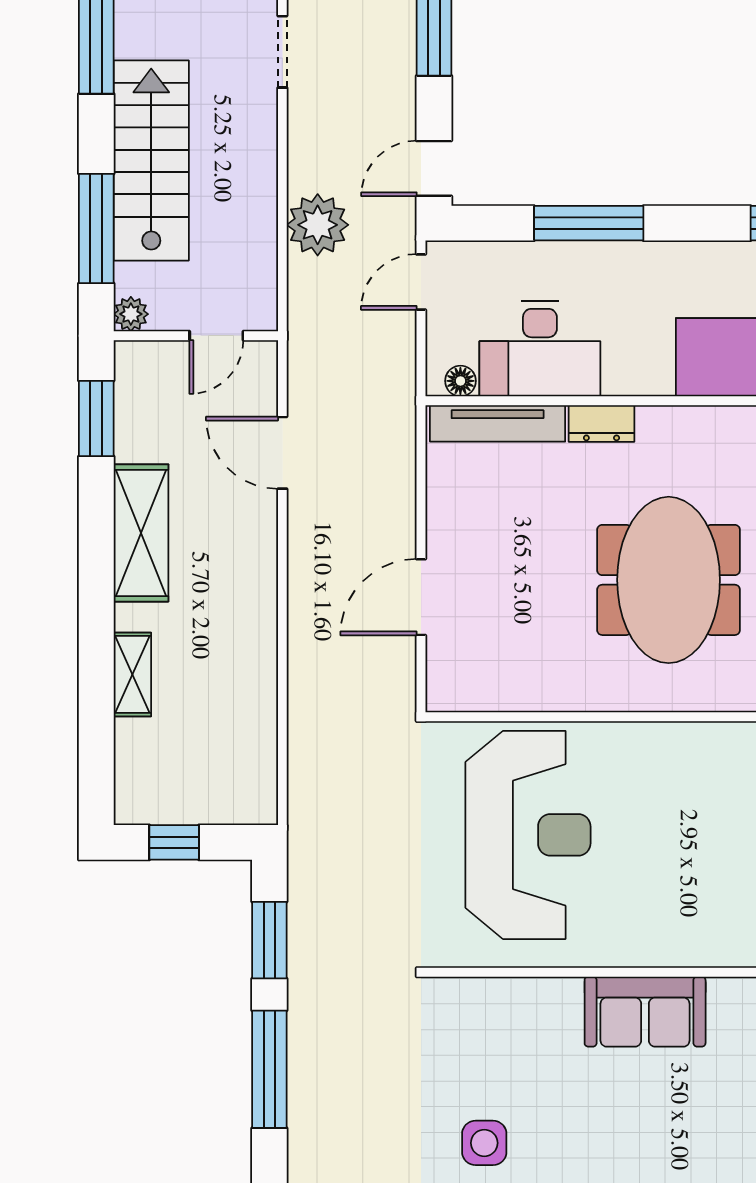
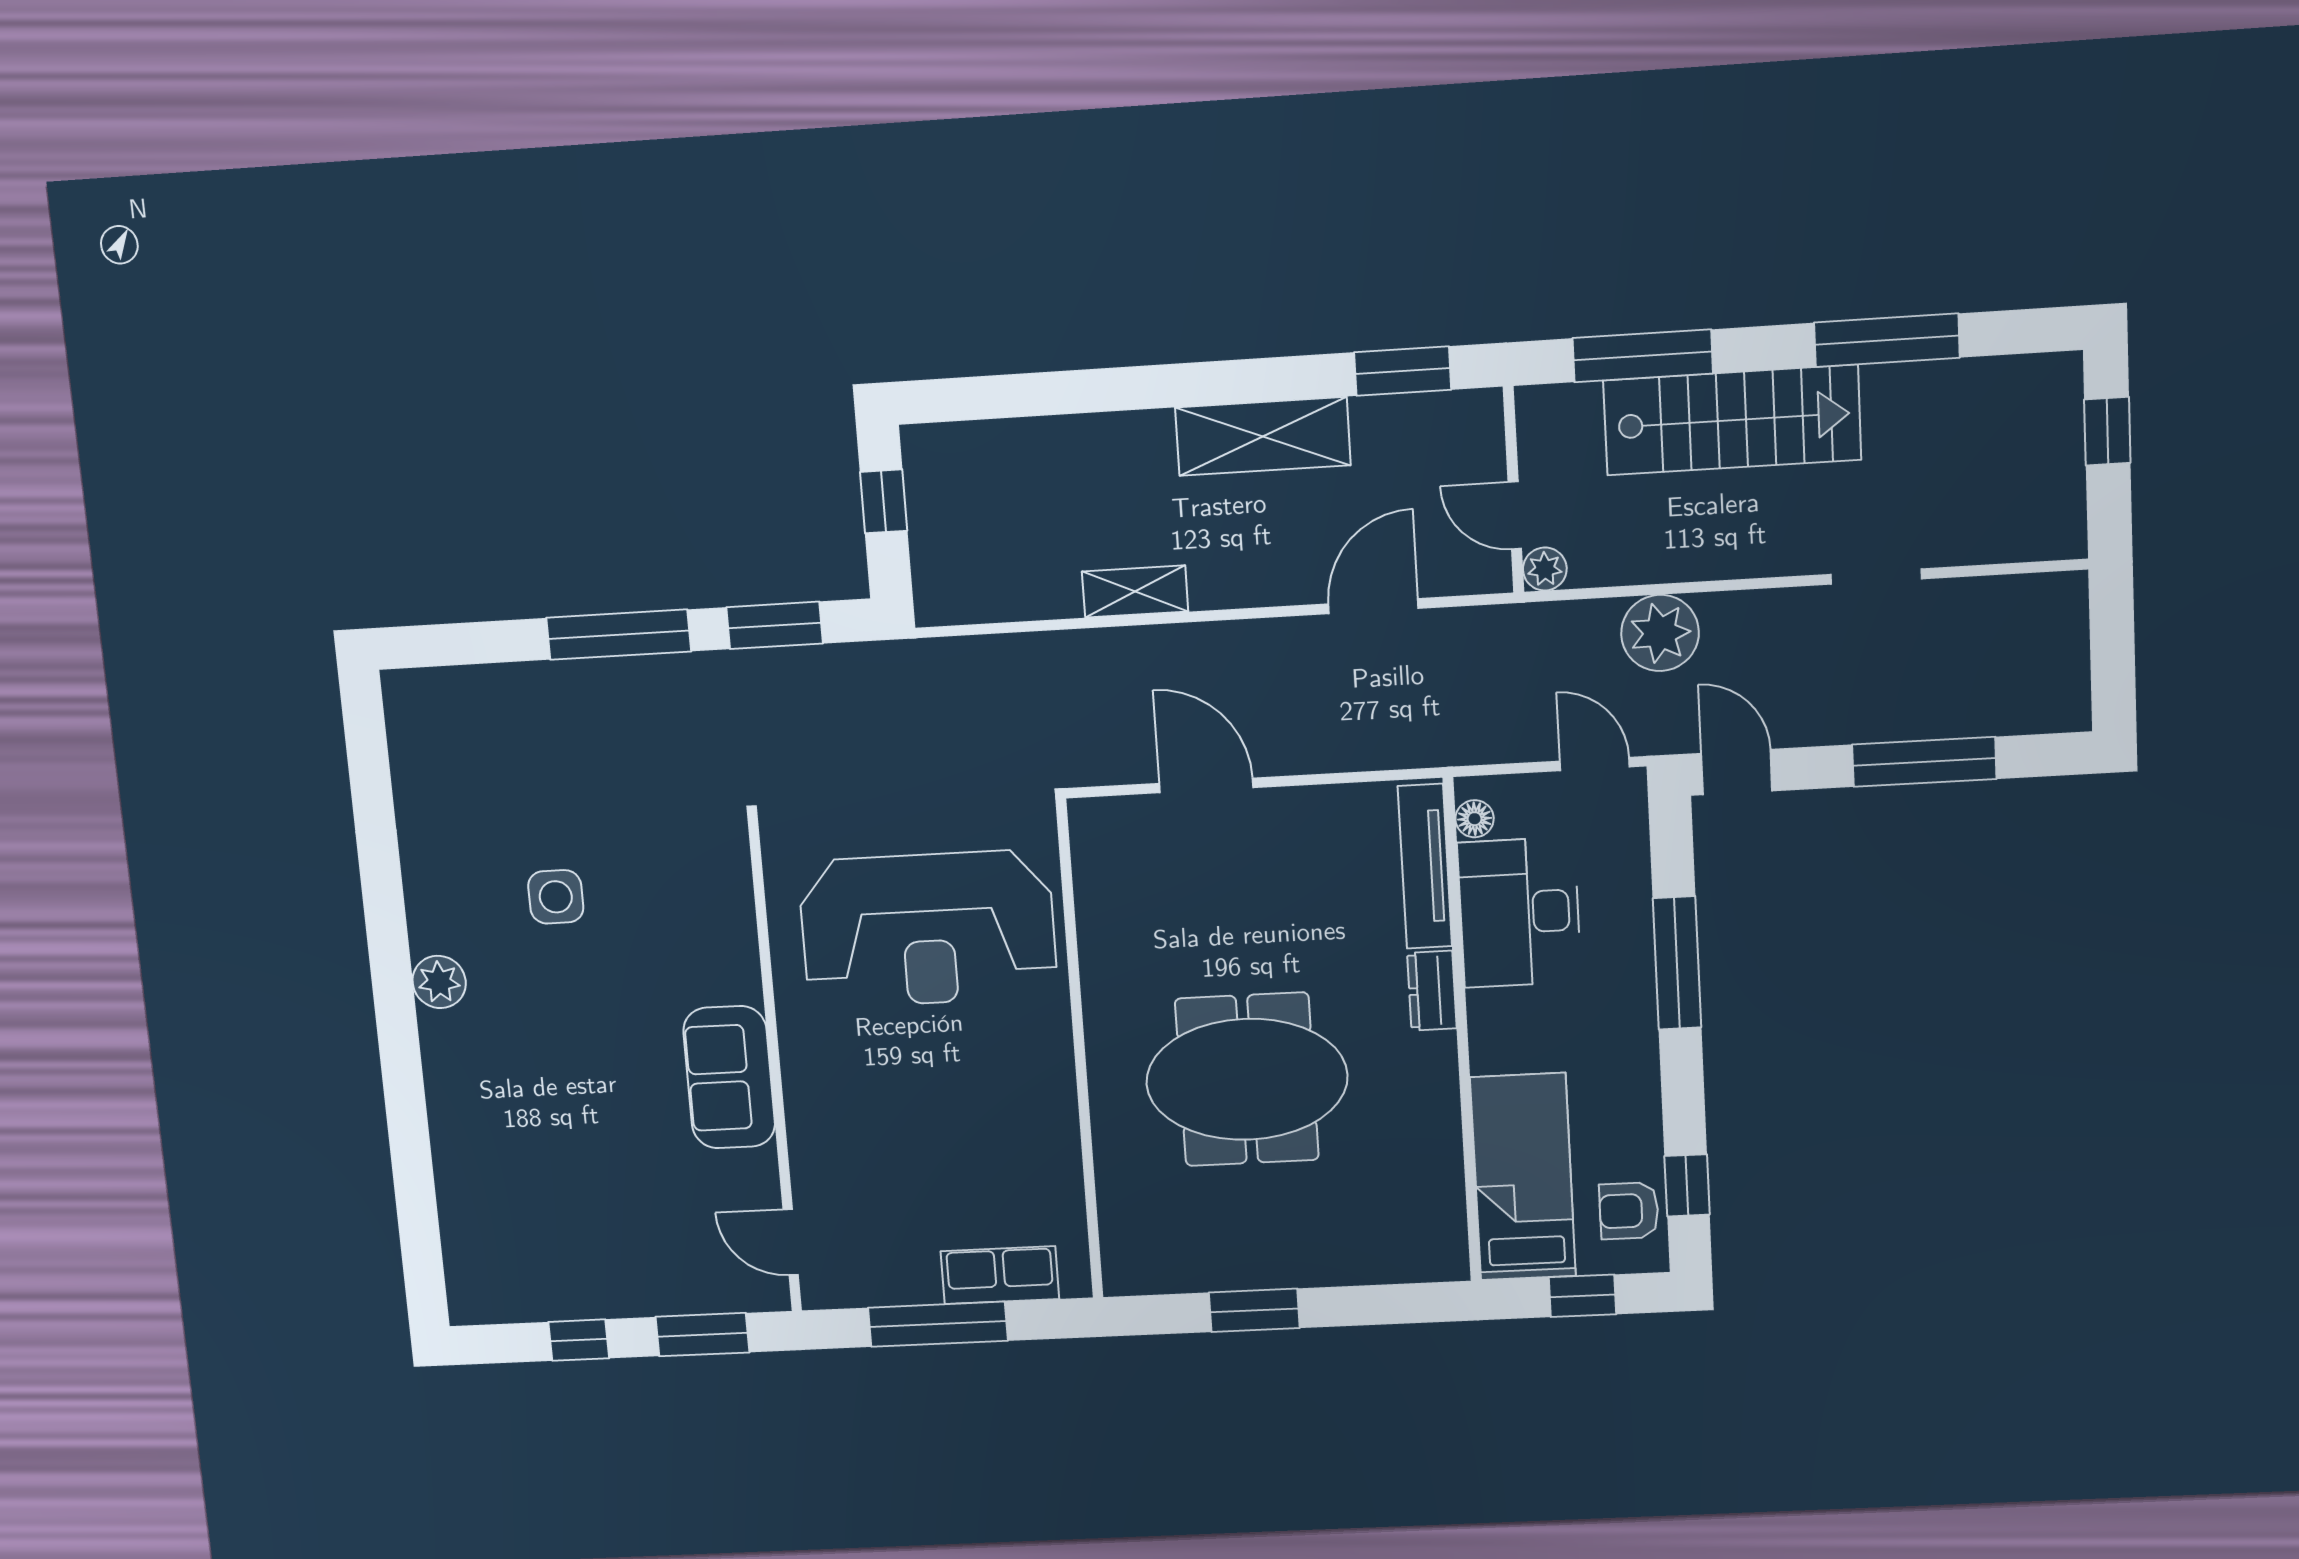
plant: (131, 314) -> (1545, 569), moved
shelving: (132, 674) -> (1135, 592), moved

